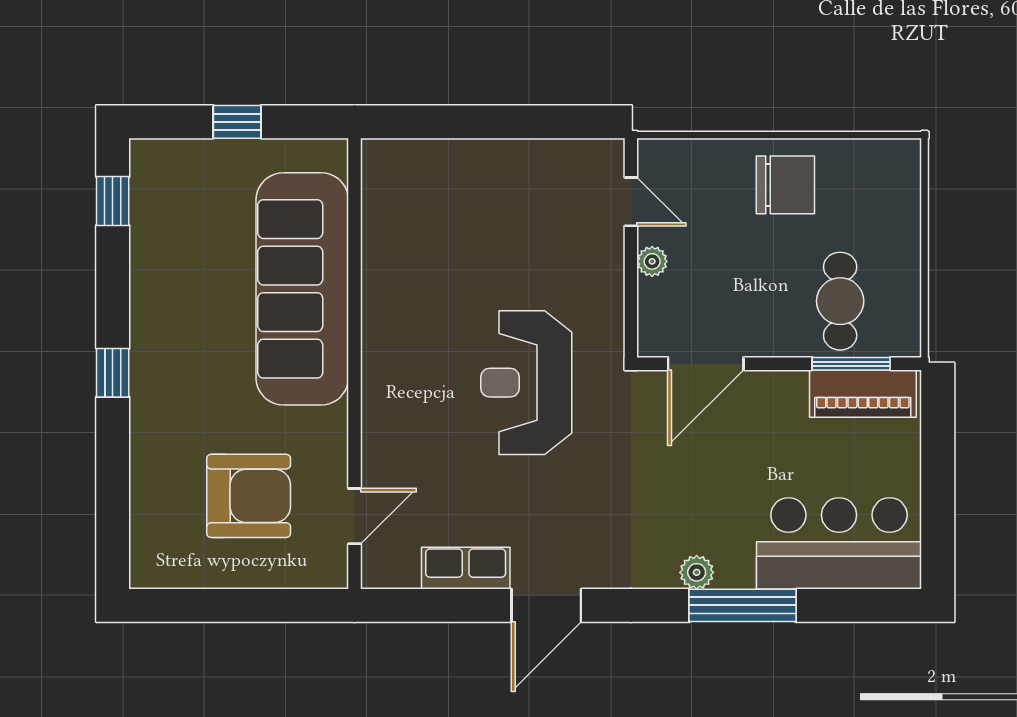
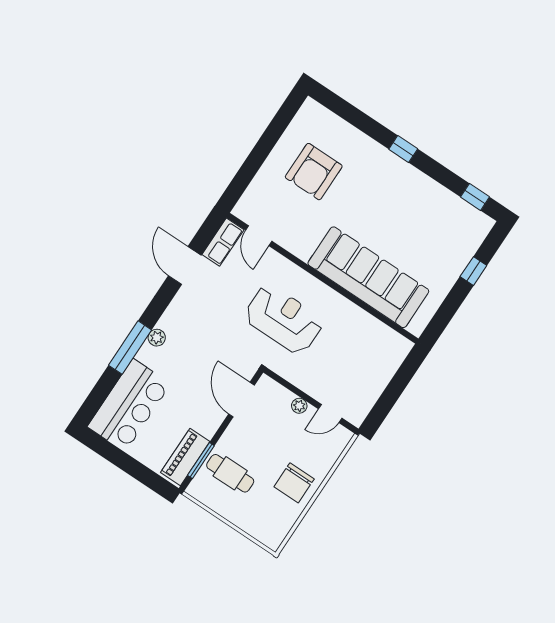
sofa: (302, 289) -> (368, 277), moved
wall: (355, 364) -> (322, 278), moved
door: (355, 516) -> (259, 236), moved

